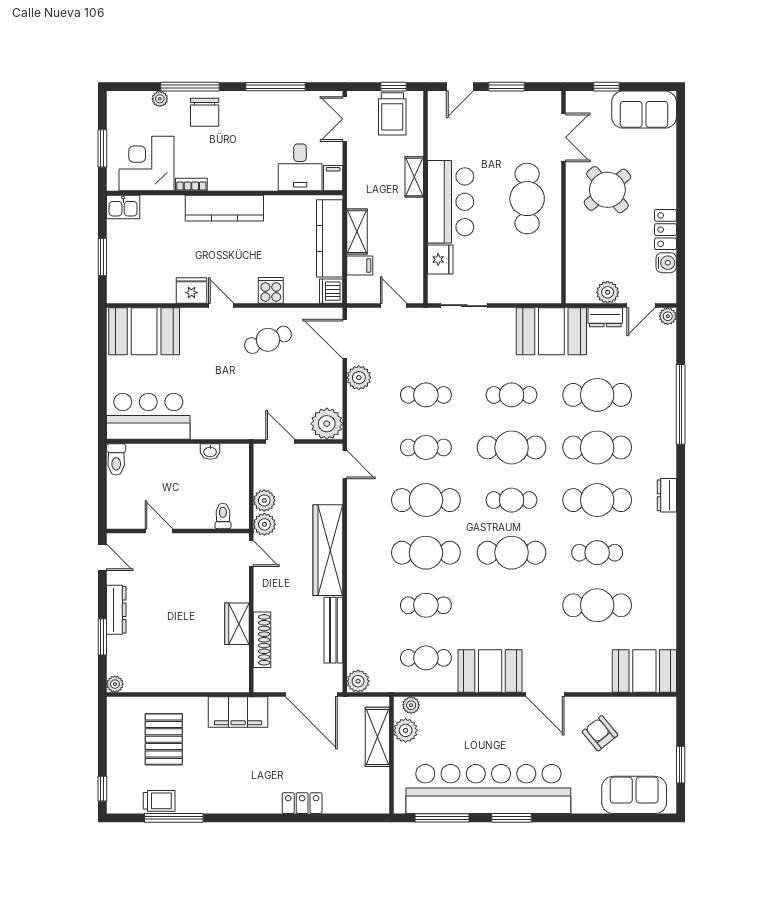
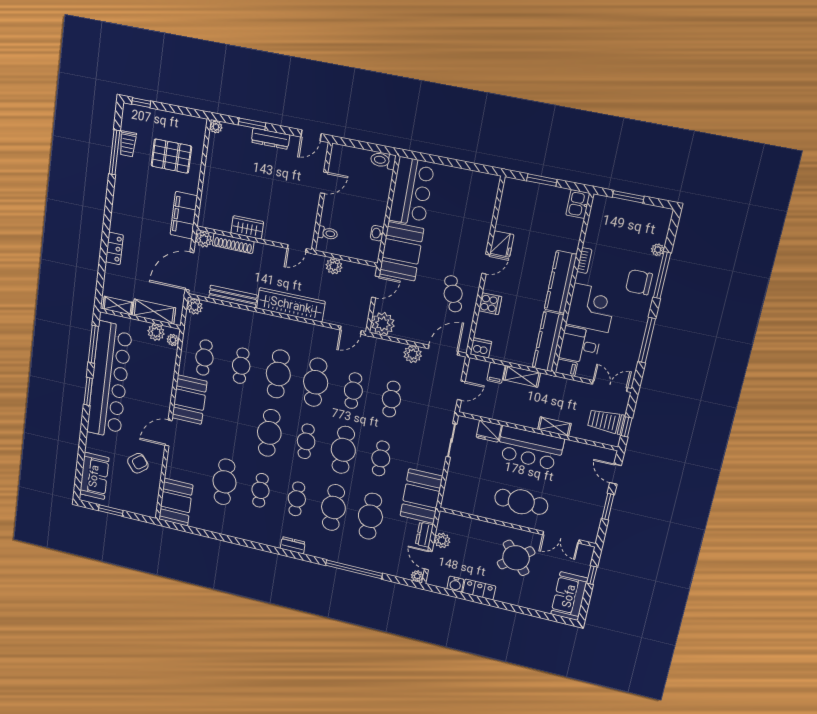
corner desk: (146, 163) -> (591, 308), moved
kitchen counter: (330, 238) -> (548, 341), moved, turned -90
booth: (144, 331) -> (402, 251), moved
cafe table: (597, 500) -> (297, 499), width x0.73, depth x0.74
plant: (264, 524) -> (204, 239), moved
shelving: (380, 789) -> (118, 306), added

